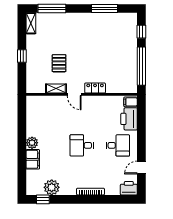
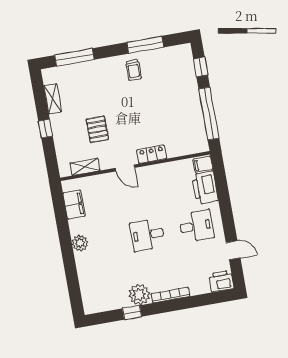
shelving: (31, 23) -> (53, 99), moved
trolley: (93, 25) -> (134, 70), added
shelving: (56, 89) -> (85, 167), moved
filing cabinet: (33, 159) -> (74, 205), moved
door: (141, 168) -> (233, 250), swing flipped
plant: (52, 187) -> (139, 295), moved
window: (43, 199) -> (132, 313), moved

